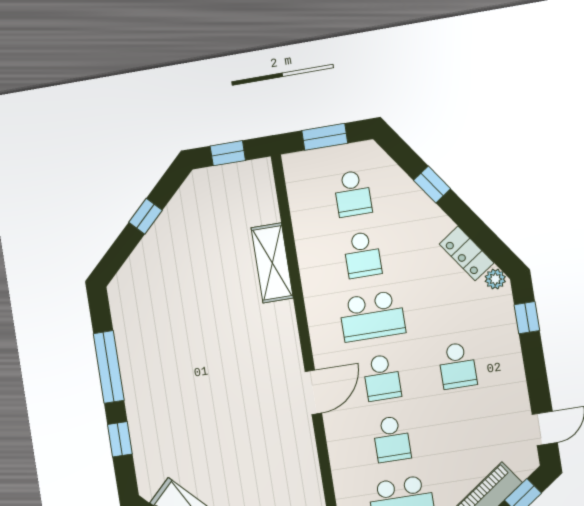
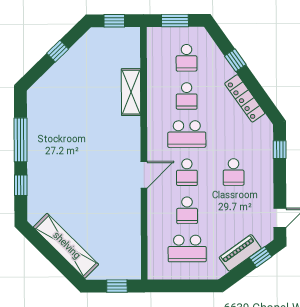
locker: (467, 253) -> (245, 98), width x1.53
plant: (495, 279) -> (264, 123), removed

